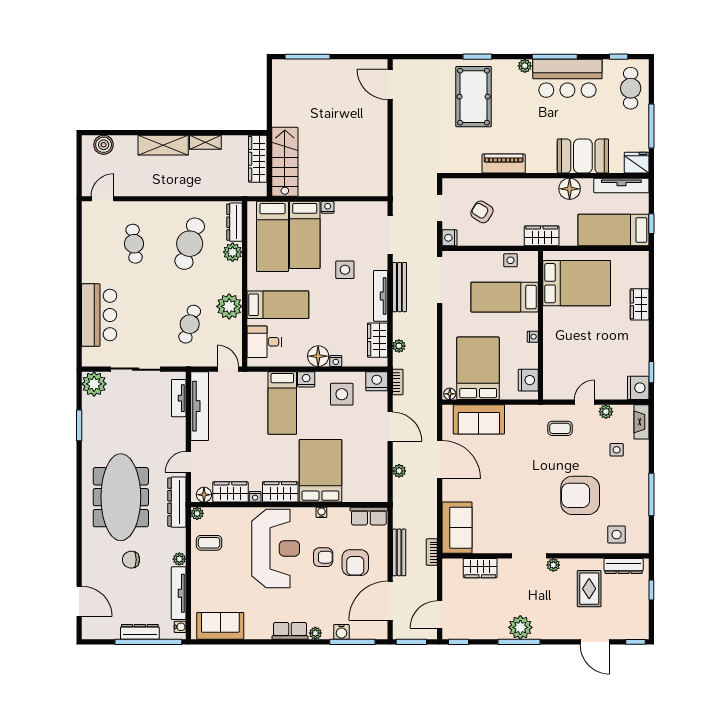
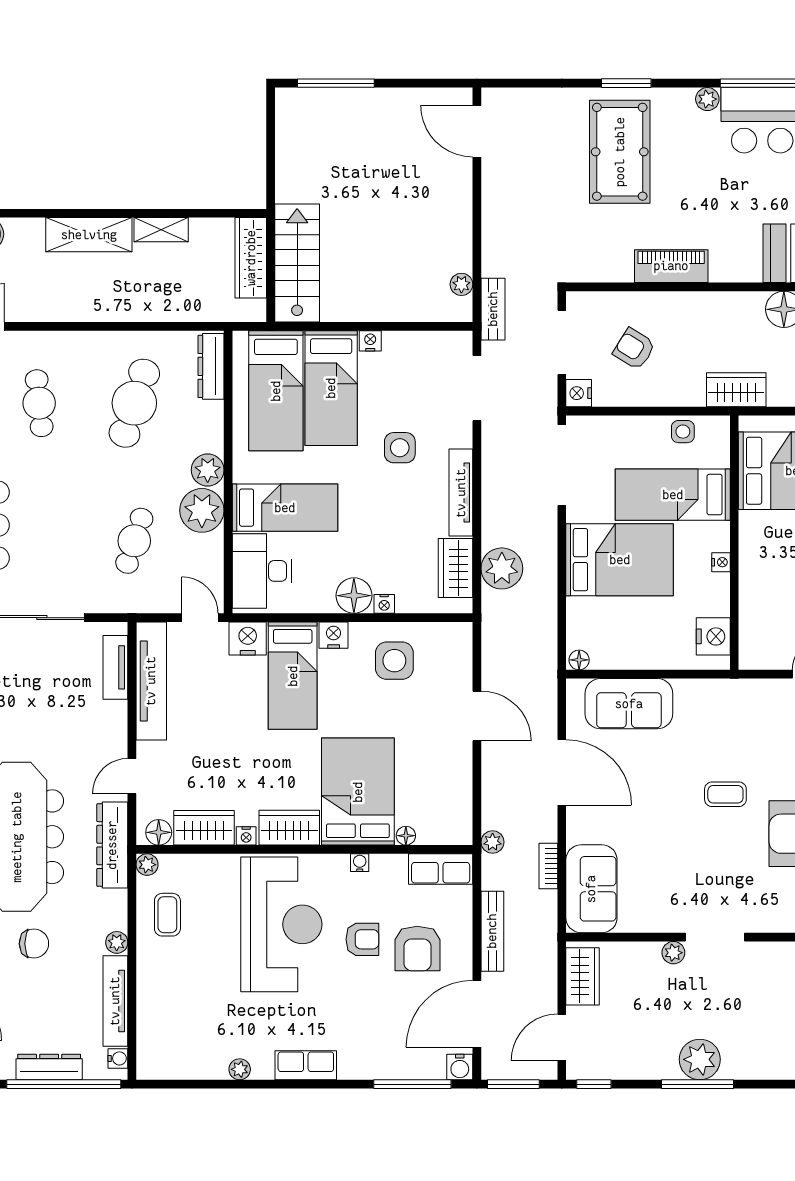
plant: (381, 174) -> (461, 284), added
doorway: (440, 208) -> (562, 342), width x1.38
plant: (233, 252) -> (208, 470), moved
bench: (399, 287) -> (493, 309), moved, width x0.73
desk: (264, 342) -> (262, 571), width x1.37
plant: (399, 346) -> (502, 568), width x1.87, depth x1.87
bed: (478, 368) -> (620, 560), moved, turned 90
nightstand: (377, 381) -> (248, 638), moved
bookcase: (398, 382) -> (490, 640), removed
coffee table: (560, 428) -> (725, 794), moved
plant: (399, 471) -> (493, 842), moved
floor lamp: (348, 497) -> (406, 836), added
coffee table: (209, 543) -> (167, 915), turned 90
bookcase: (432, 552) -> (548, 866), moved
chair: (131, 560) -> (34, 944), turned 180
plant: (553, 565) -> (673, 953), moved
wardrobe: (480, 568) -> (583, 976), moved, turned -90
sofa: (220, 626) -> (187, 1057), removed
water cooler: (341, 632) -> (460, 1067), moved
plant: (315, 633) -> (240, 1069), moved

